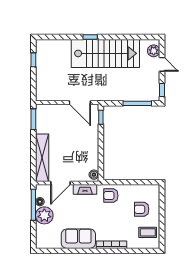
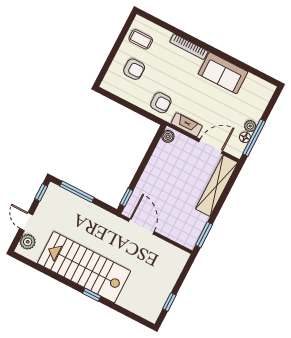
plant: (44, 215) -> (250, 126), width x0.53, depth x0.53

